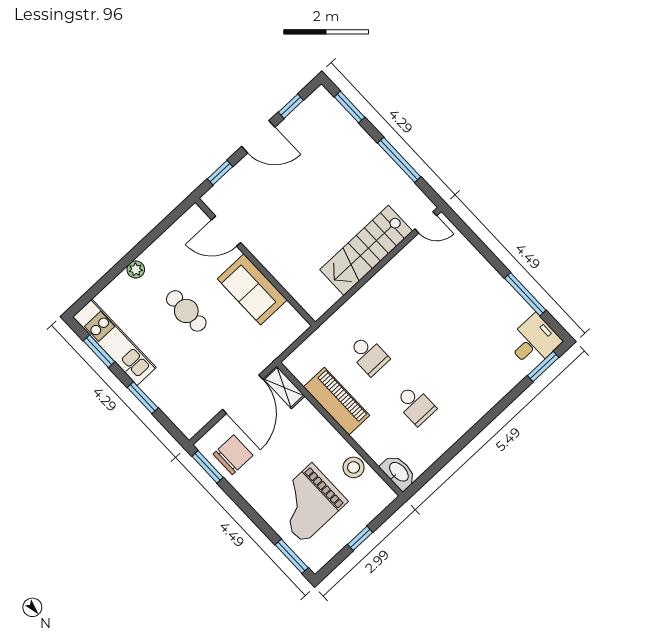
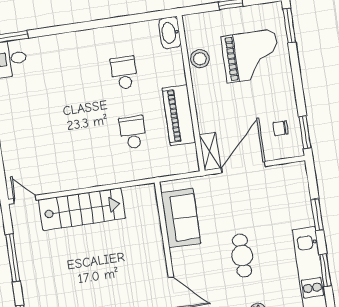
sofa: (252, 289) -> (181, 218), moved
chair: (233, 455) -> (281, 128), width x0.54, depth x0.54

